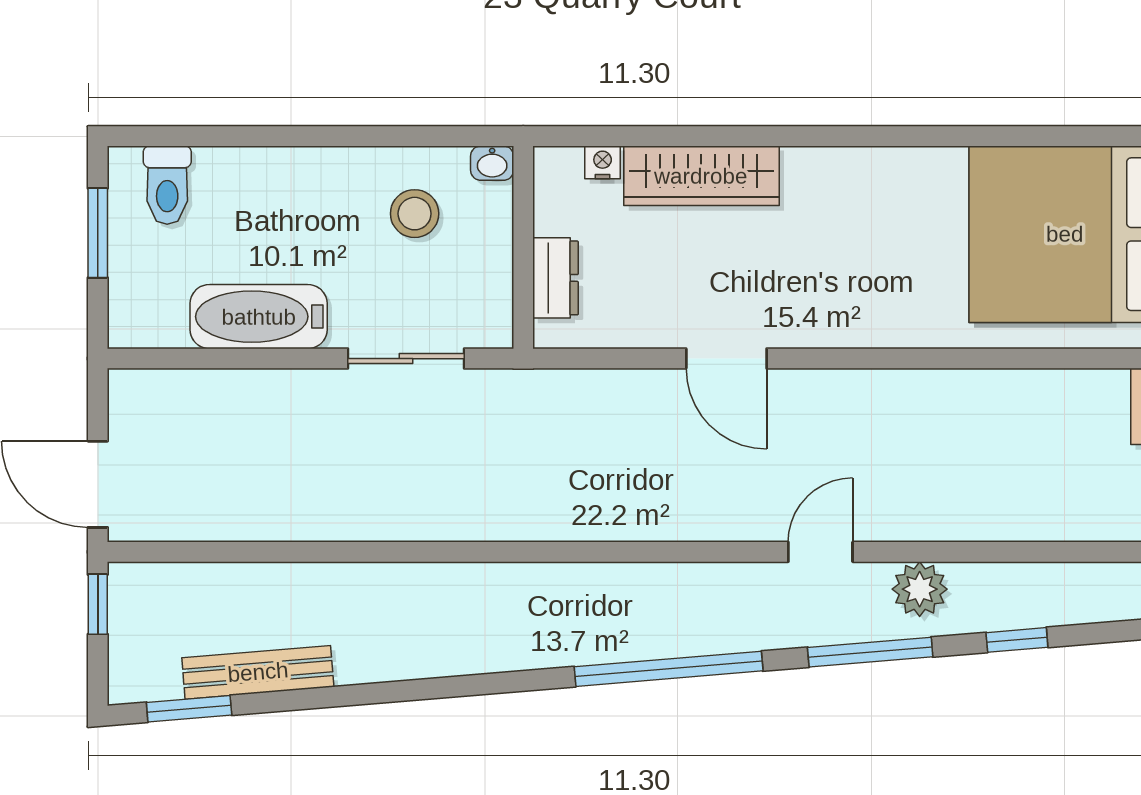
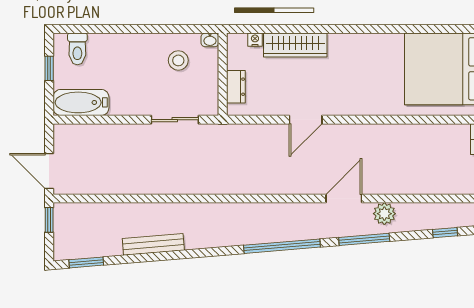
window: (98, 233) -> (49, 68), width x0.67
bathtub: (259, 317) -> (81, 102), moved
door: (726, 359) -> (306, 120), hinge flipped
door: (820, 552) -> (344, 198), width x1.38
window: (1017, 640) -> (445, 233), moved
bench: (258, 672) -> (153, 244), moved

